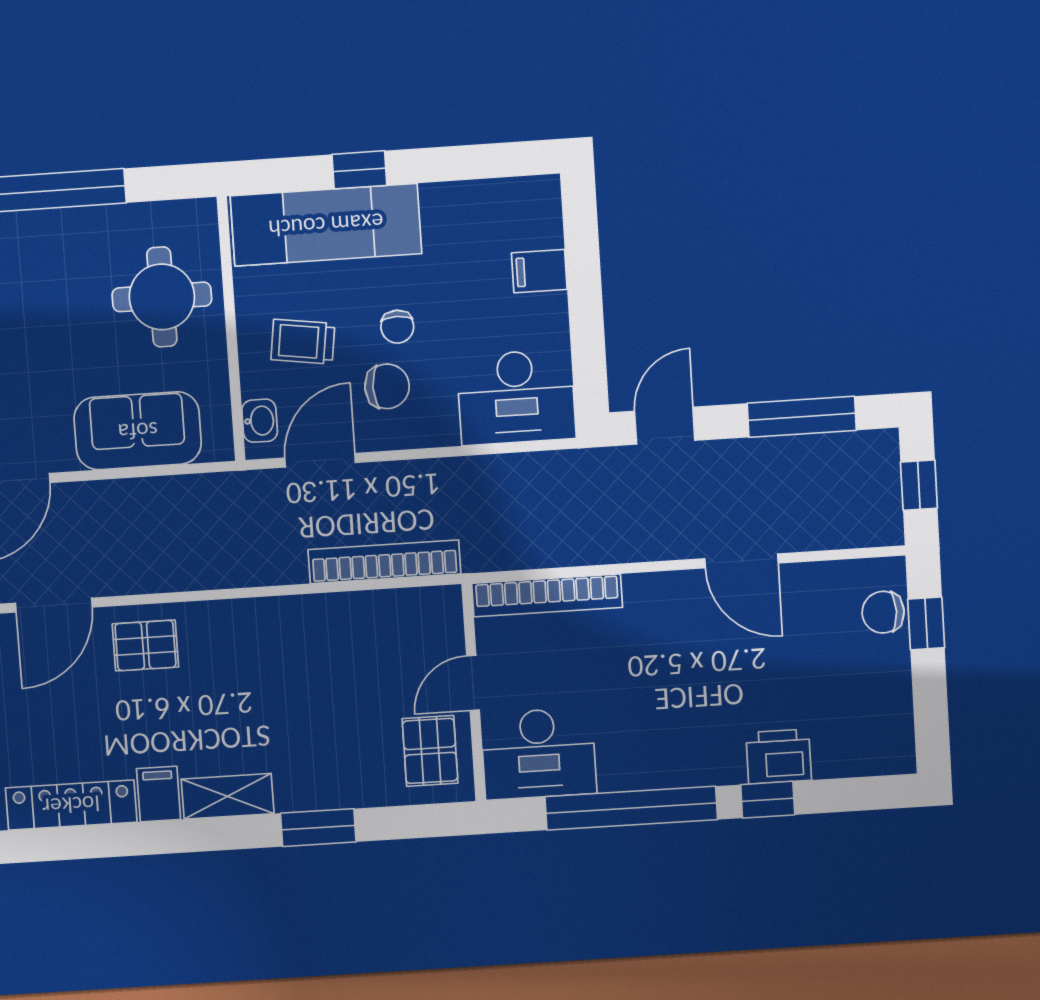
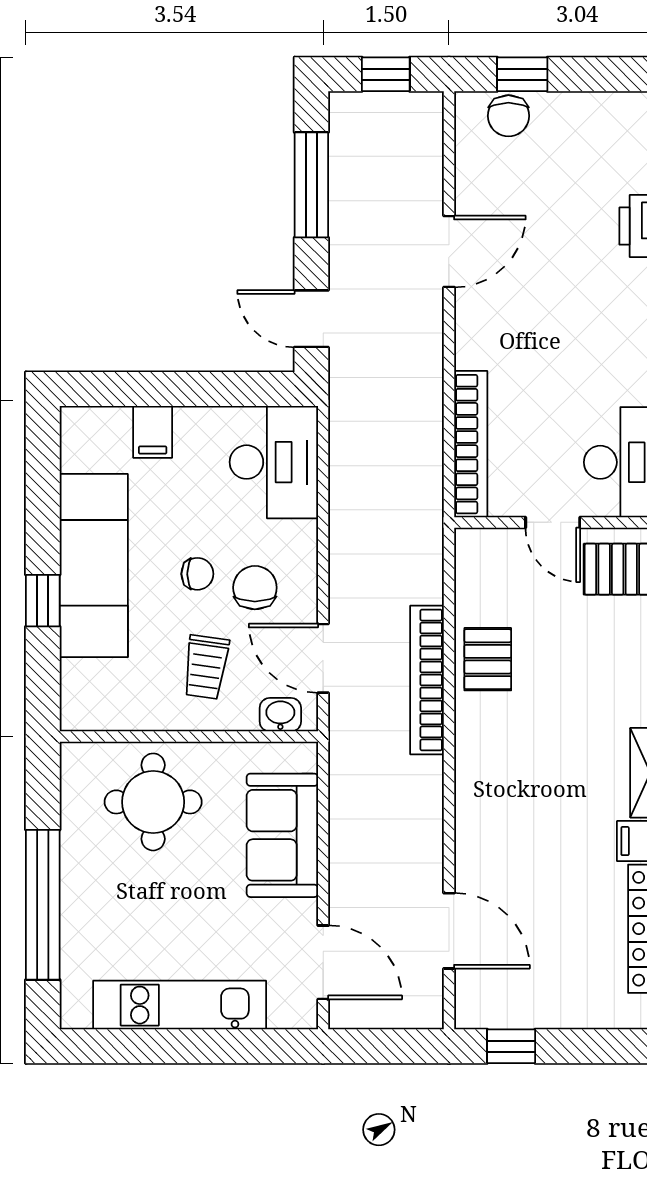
exam couch: (326, 225) -> (94, 565), moved
bookcase: (384, 562) -> (427, 680), moved
pallet: (145, 645) -> (488, 659), moved

